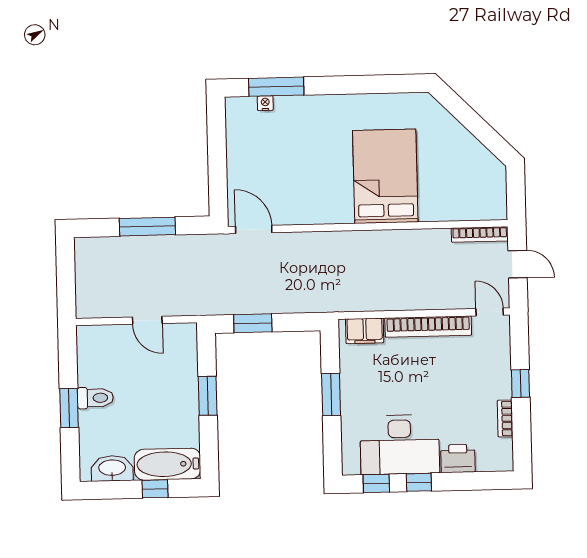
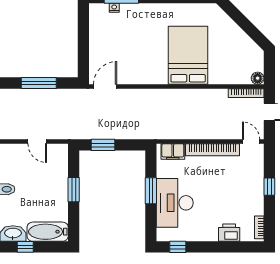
floor lamp: (497, 210) -> (258, 78), added
door: (254, 229) -> (105, 86), hinge flipped
bookcase: (505, 418) -> (259, 227), moved
desk: (400, 445) -> (175, 203), moved, turned 90
window: (419, 482) -> (204, 247), removed
window: (155, 489) -> (25, 247), moved

